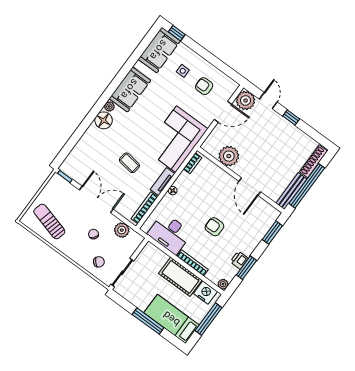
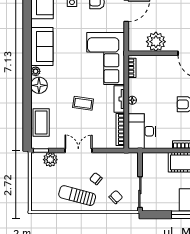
coffee table: (82, 153) -> (41, 123), added
double door: (96, 200) -> (78, 151), width x0.73
sun lounger: (49, 221) -> (77, 196), moved
plant: (122, 230) -> (50, 160), moved
desk: (170, 233) -> (142, 131), moved, turned 90

